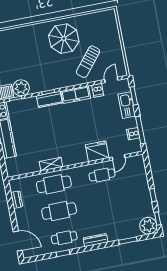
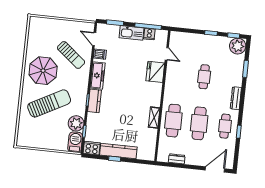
sun lounger: (33, 55) -> (49, 103), added
kitchen sink: (127, 105) -> (132, 33), moved
cafe table: (102, 175) -> (204, 77), moved

